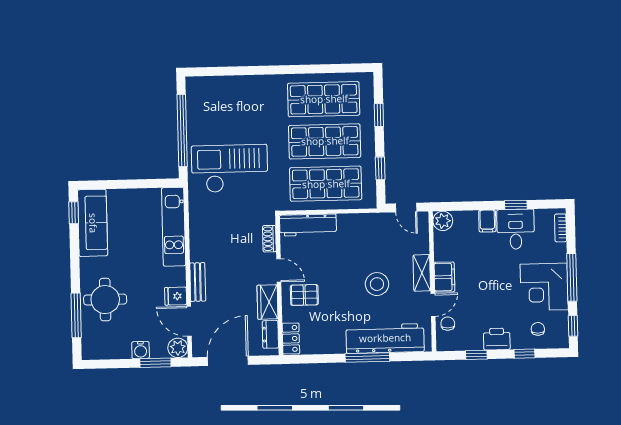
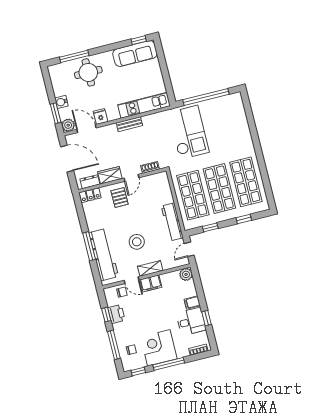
workbench: (308, 225) -> (172, 222), moved
bench: (198, 282) -> (129, 124), moved
door: (189, 321) -> (87, 129), hinge flipped
printer: (497, 339) -> (116, 314), moved
window: (525, 354) -> (114, 345), width x2.17

